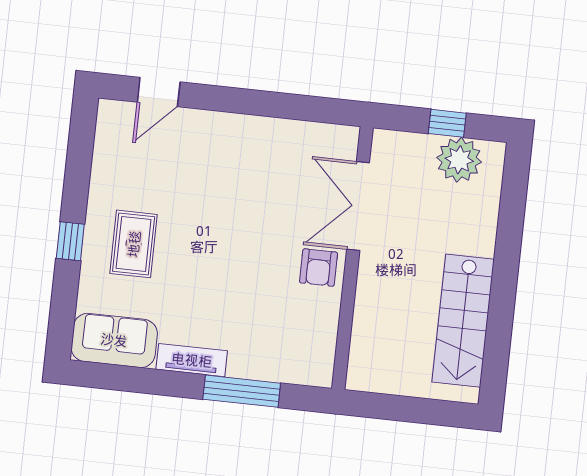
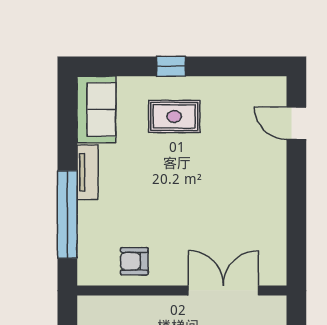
armchair: (319, 268) -> (134, 261), moved
window: (242, 391) -> (67, 214), width x1.46

